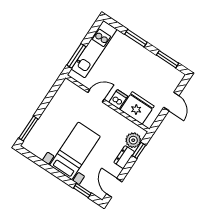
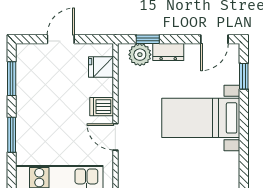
fridge: (137, 108) -> (101, 67), width x0.53, depth x0.75

